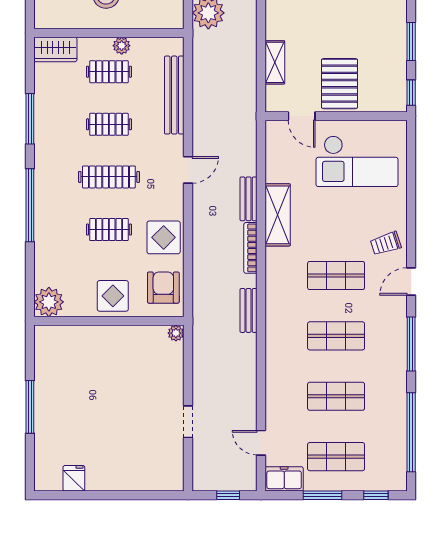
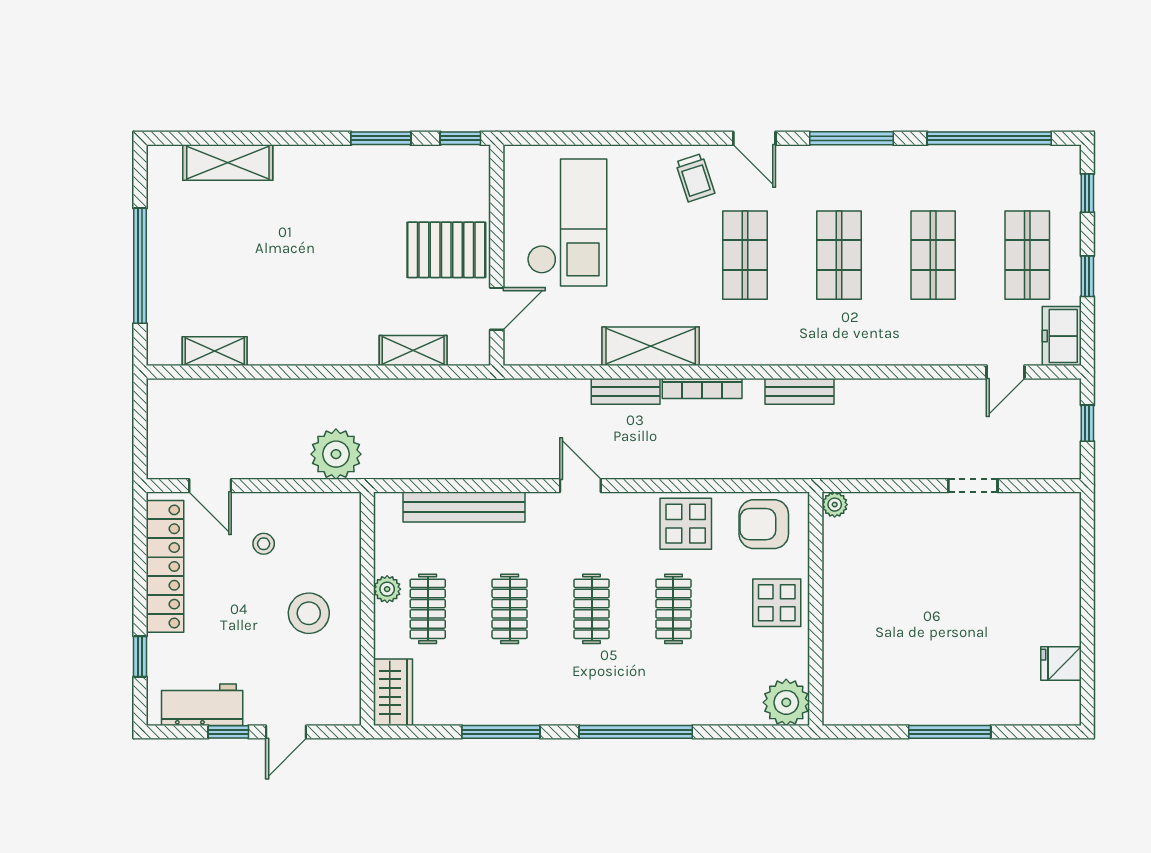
clothes rail: (109, 177) -> (592, 609), width x0.73
window: (323, 495) -> (1087, 276), width x0.67

